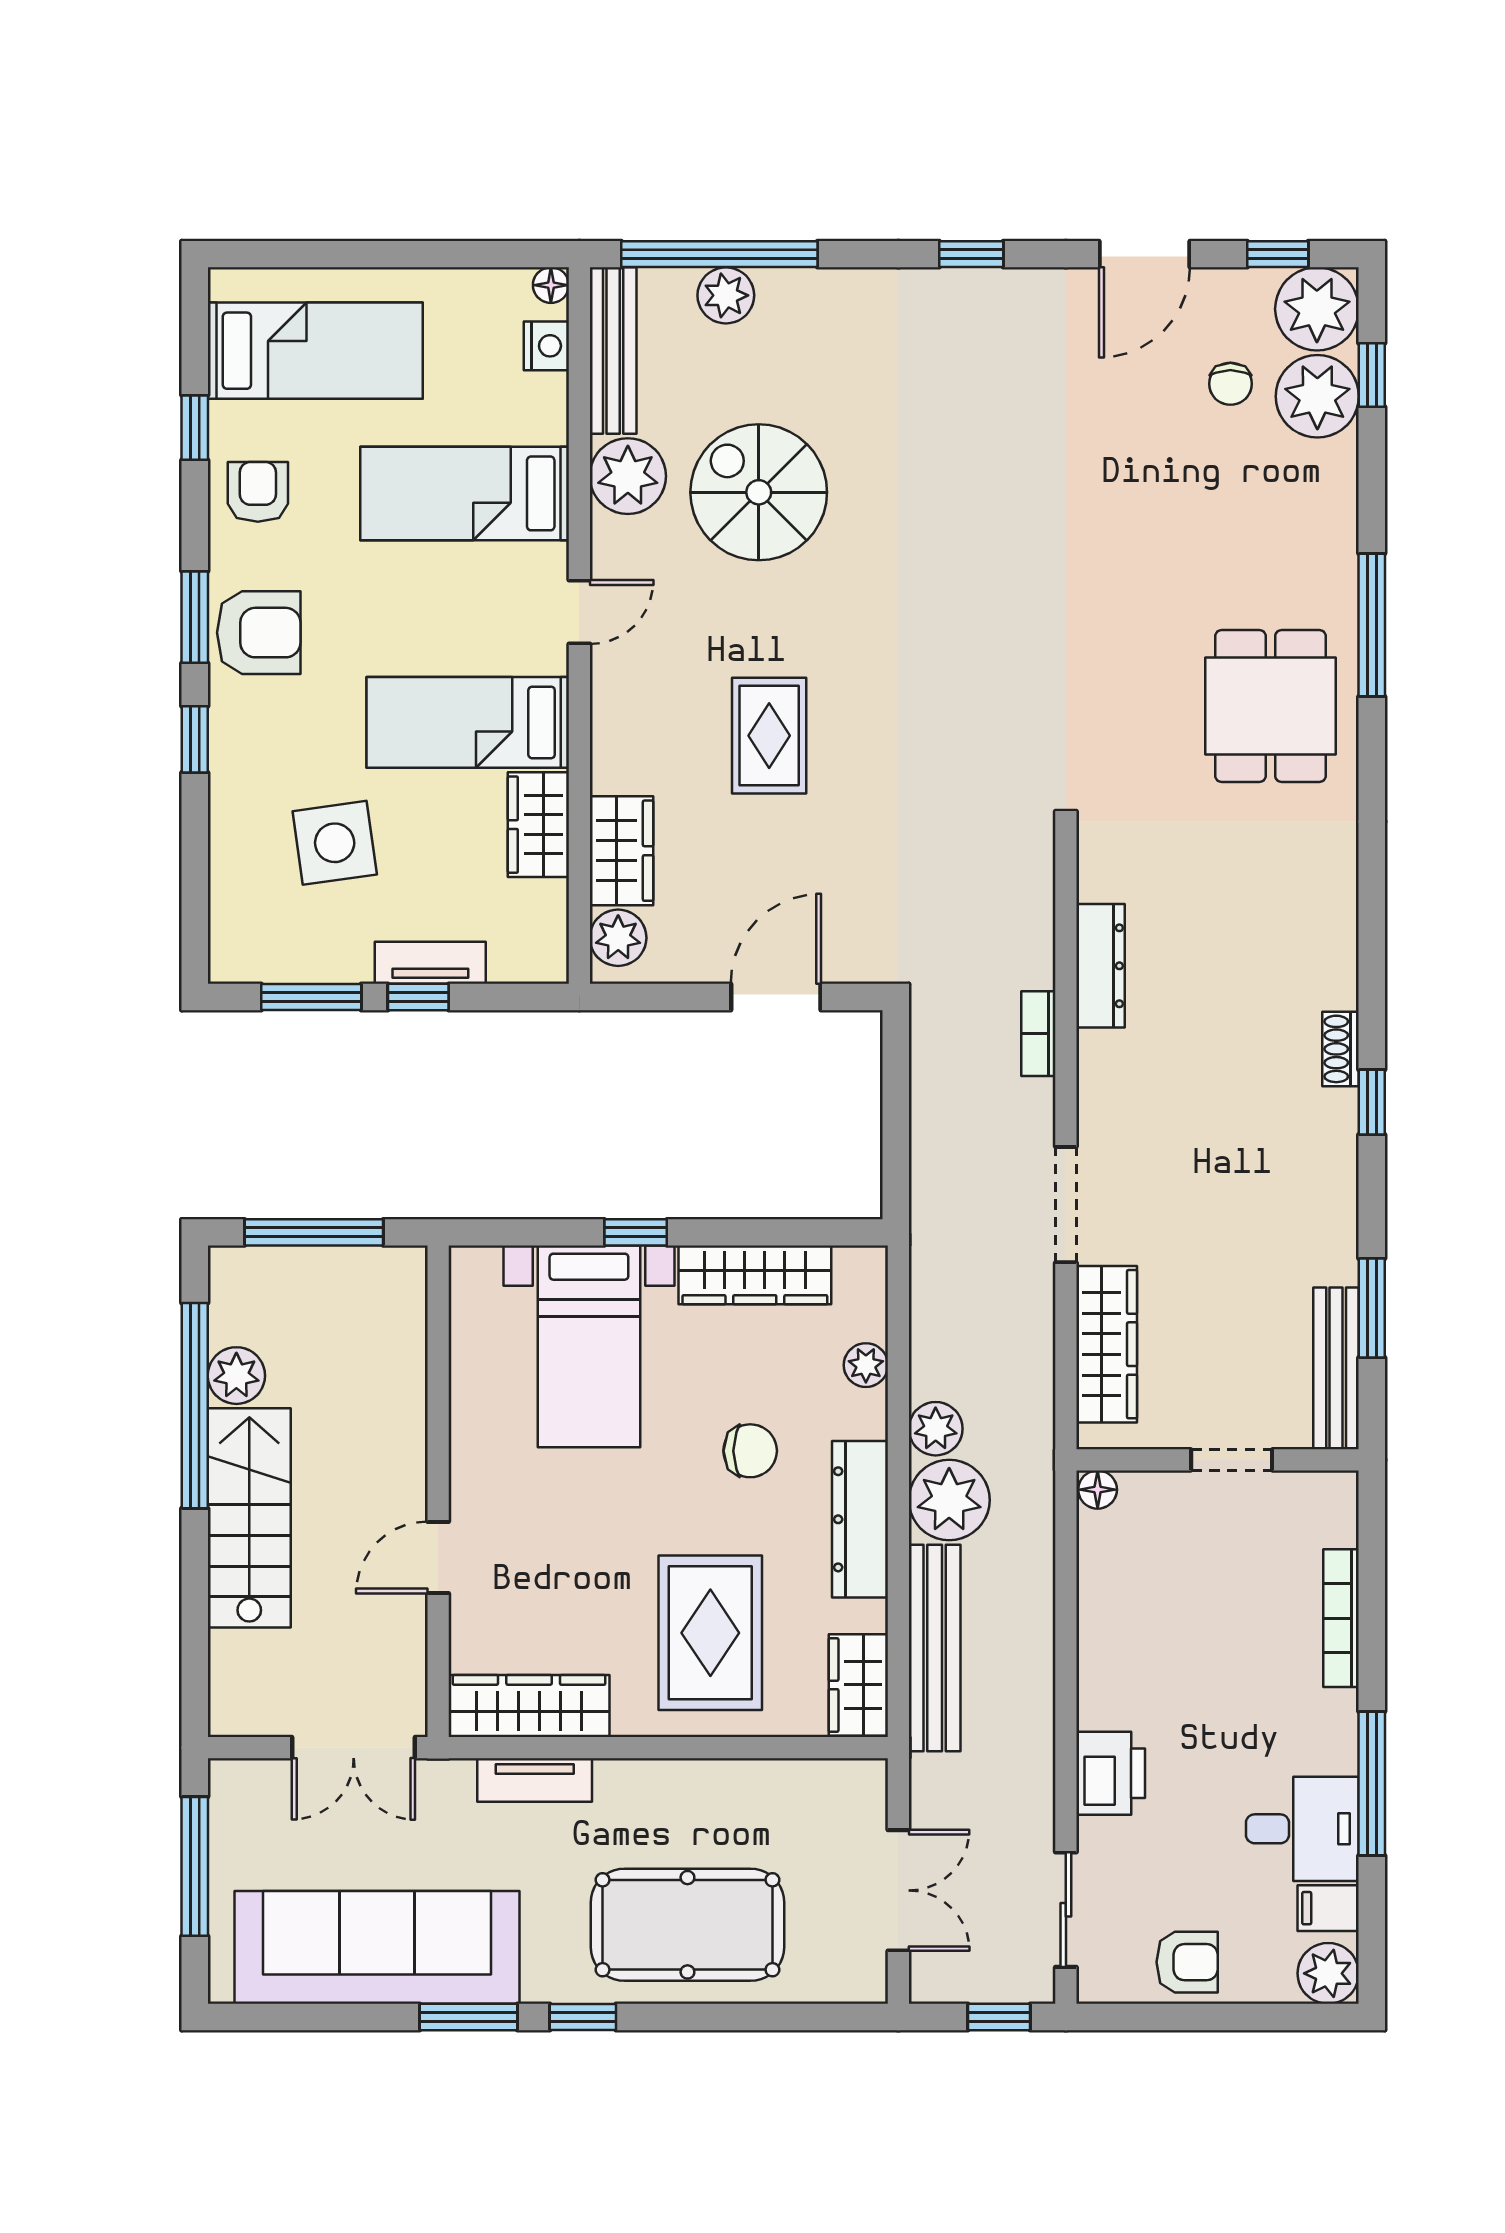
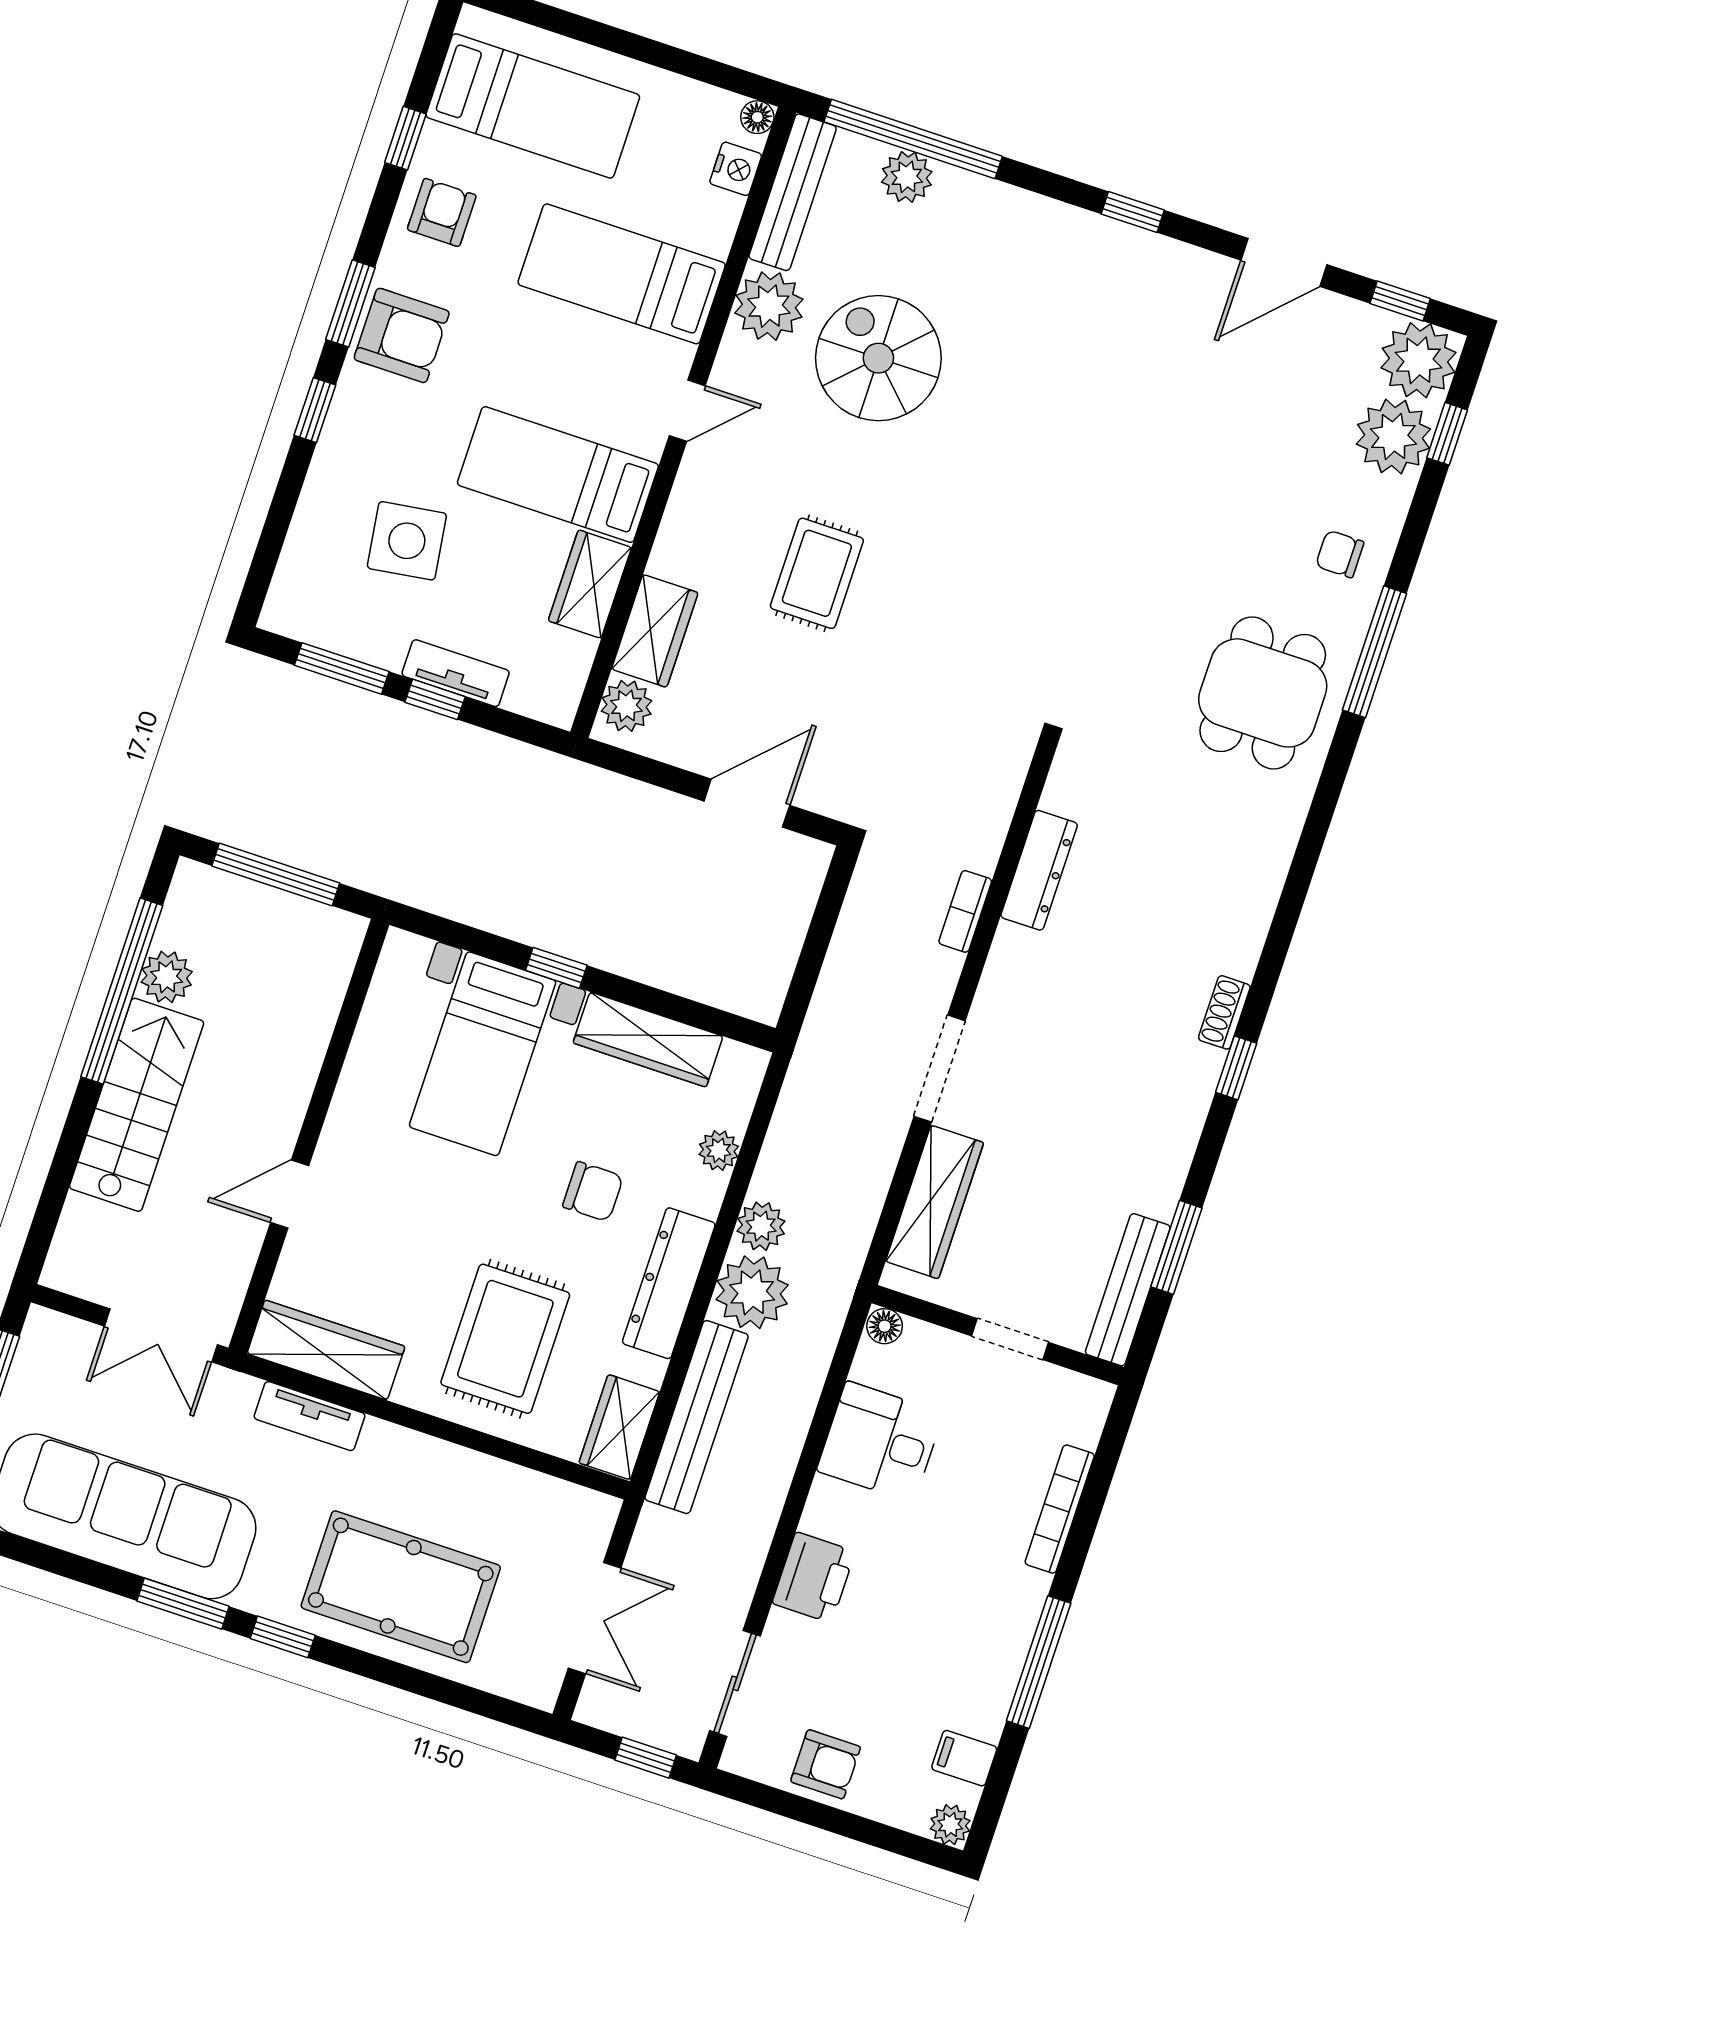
chair: (1230, 384) -> (1340, 554), moved, turned 90
desk: (1302, 1829) -> (880, 1442), moved, turned 180
plant: (1328, 1973) -> (950, 1825), width x0.73, depth x0.73

